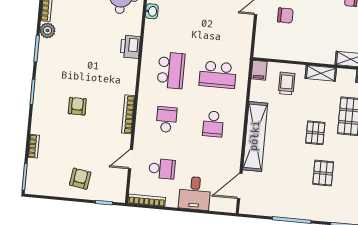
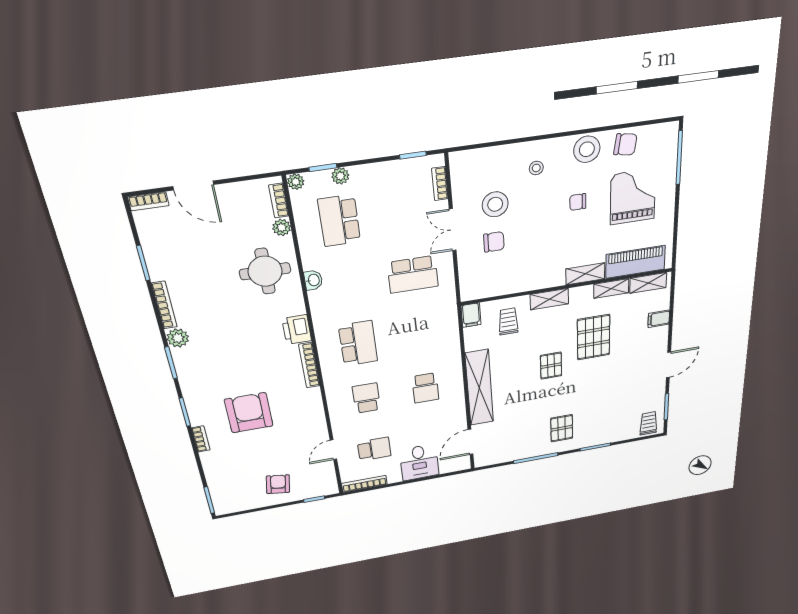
school desk: (218, 75) -> (413, 274), moved
armchair: (77, 106) -> (249, 413), width x1.88, depth x1.88
bookcase: (128, 114) -> (309, 365), moved
bookcase: (34, 146) -> (201, 439), moved
pallet: (323, 173) -> (562, 428), moved

